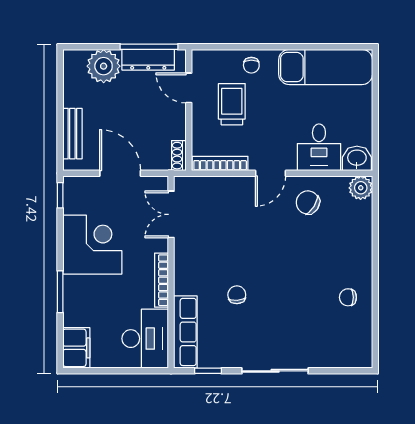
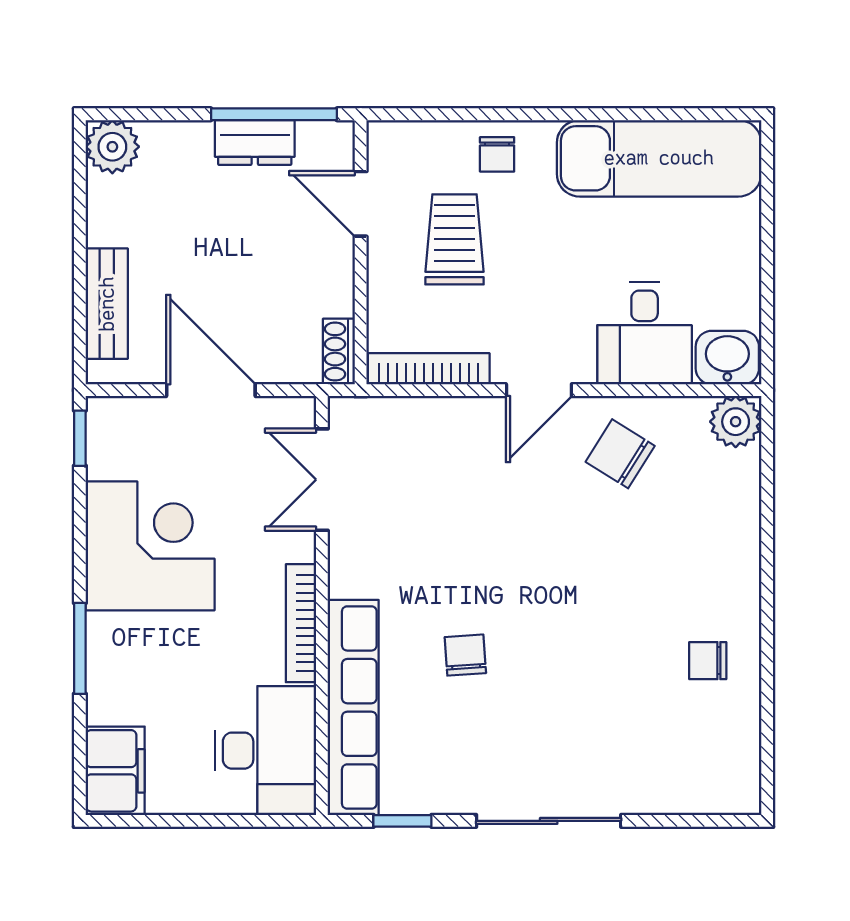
dresser: (148, 60) -> (255, 142), width x0.70
plant: (104, 66) -> (112, 147), moved, width x0.73, depth x0.73
row of seats: (185, 332) -> (353, 707), width x1.36

